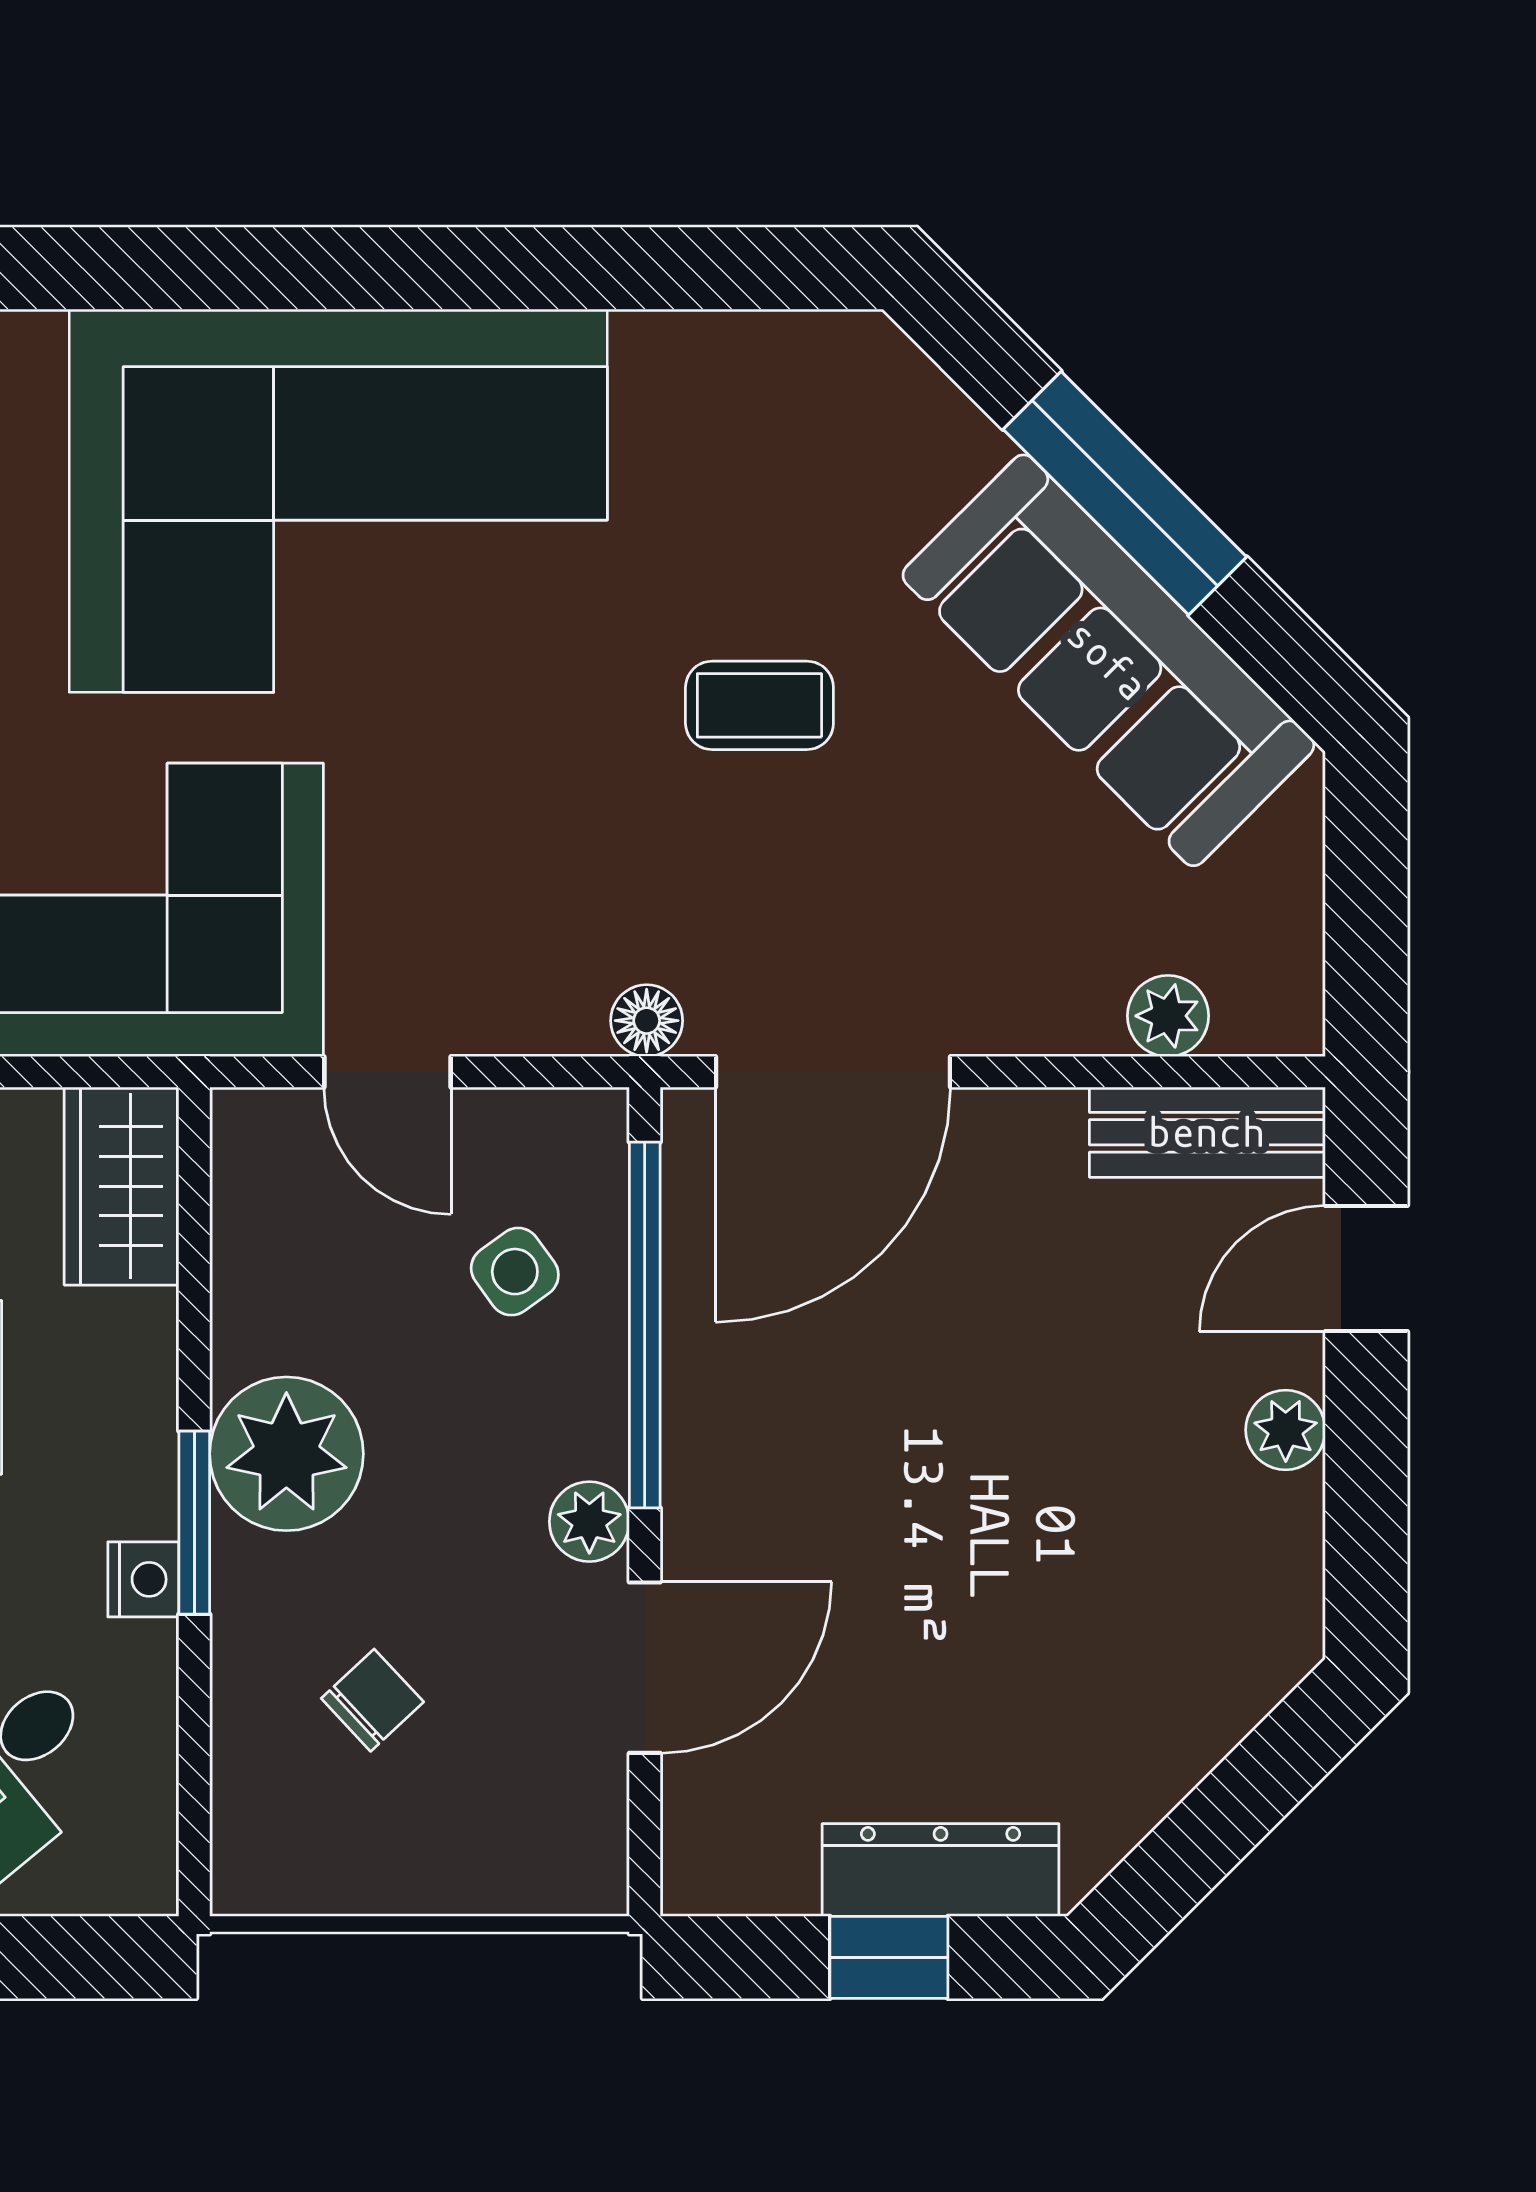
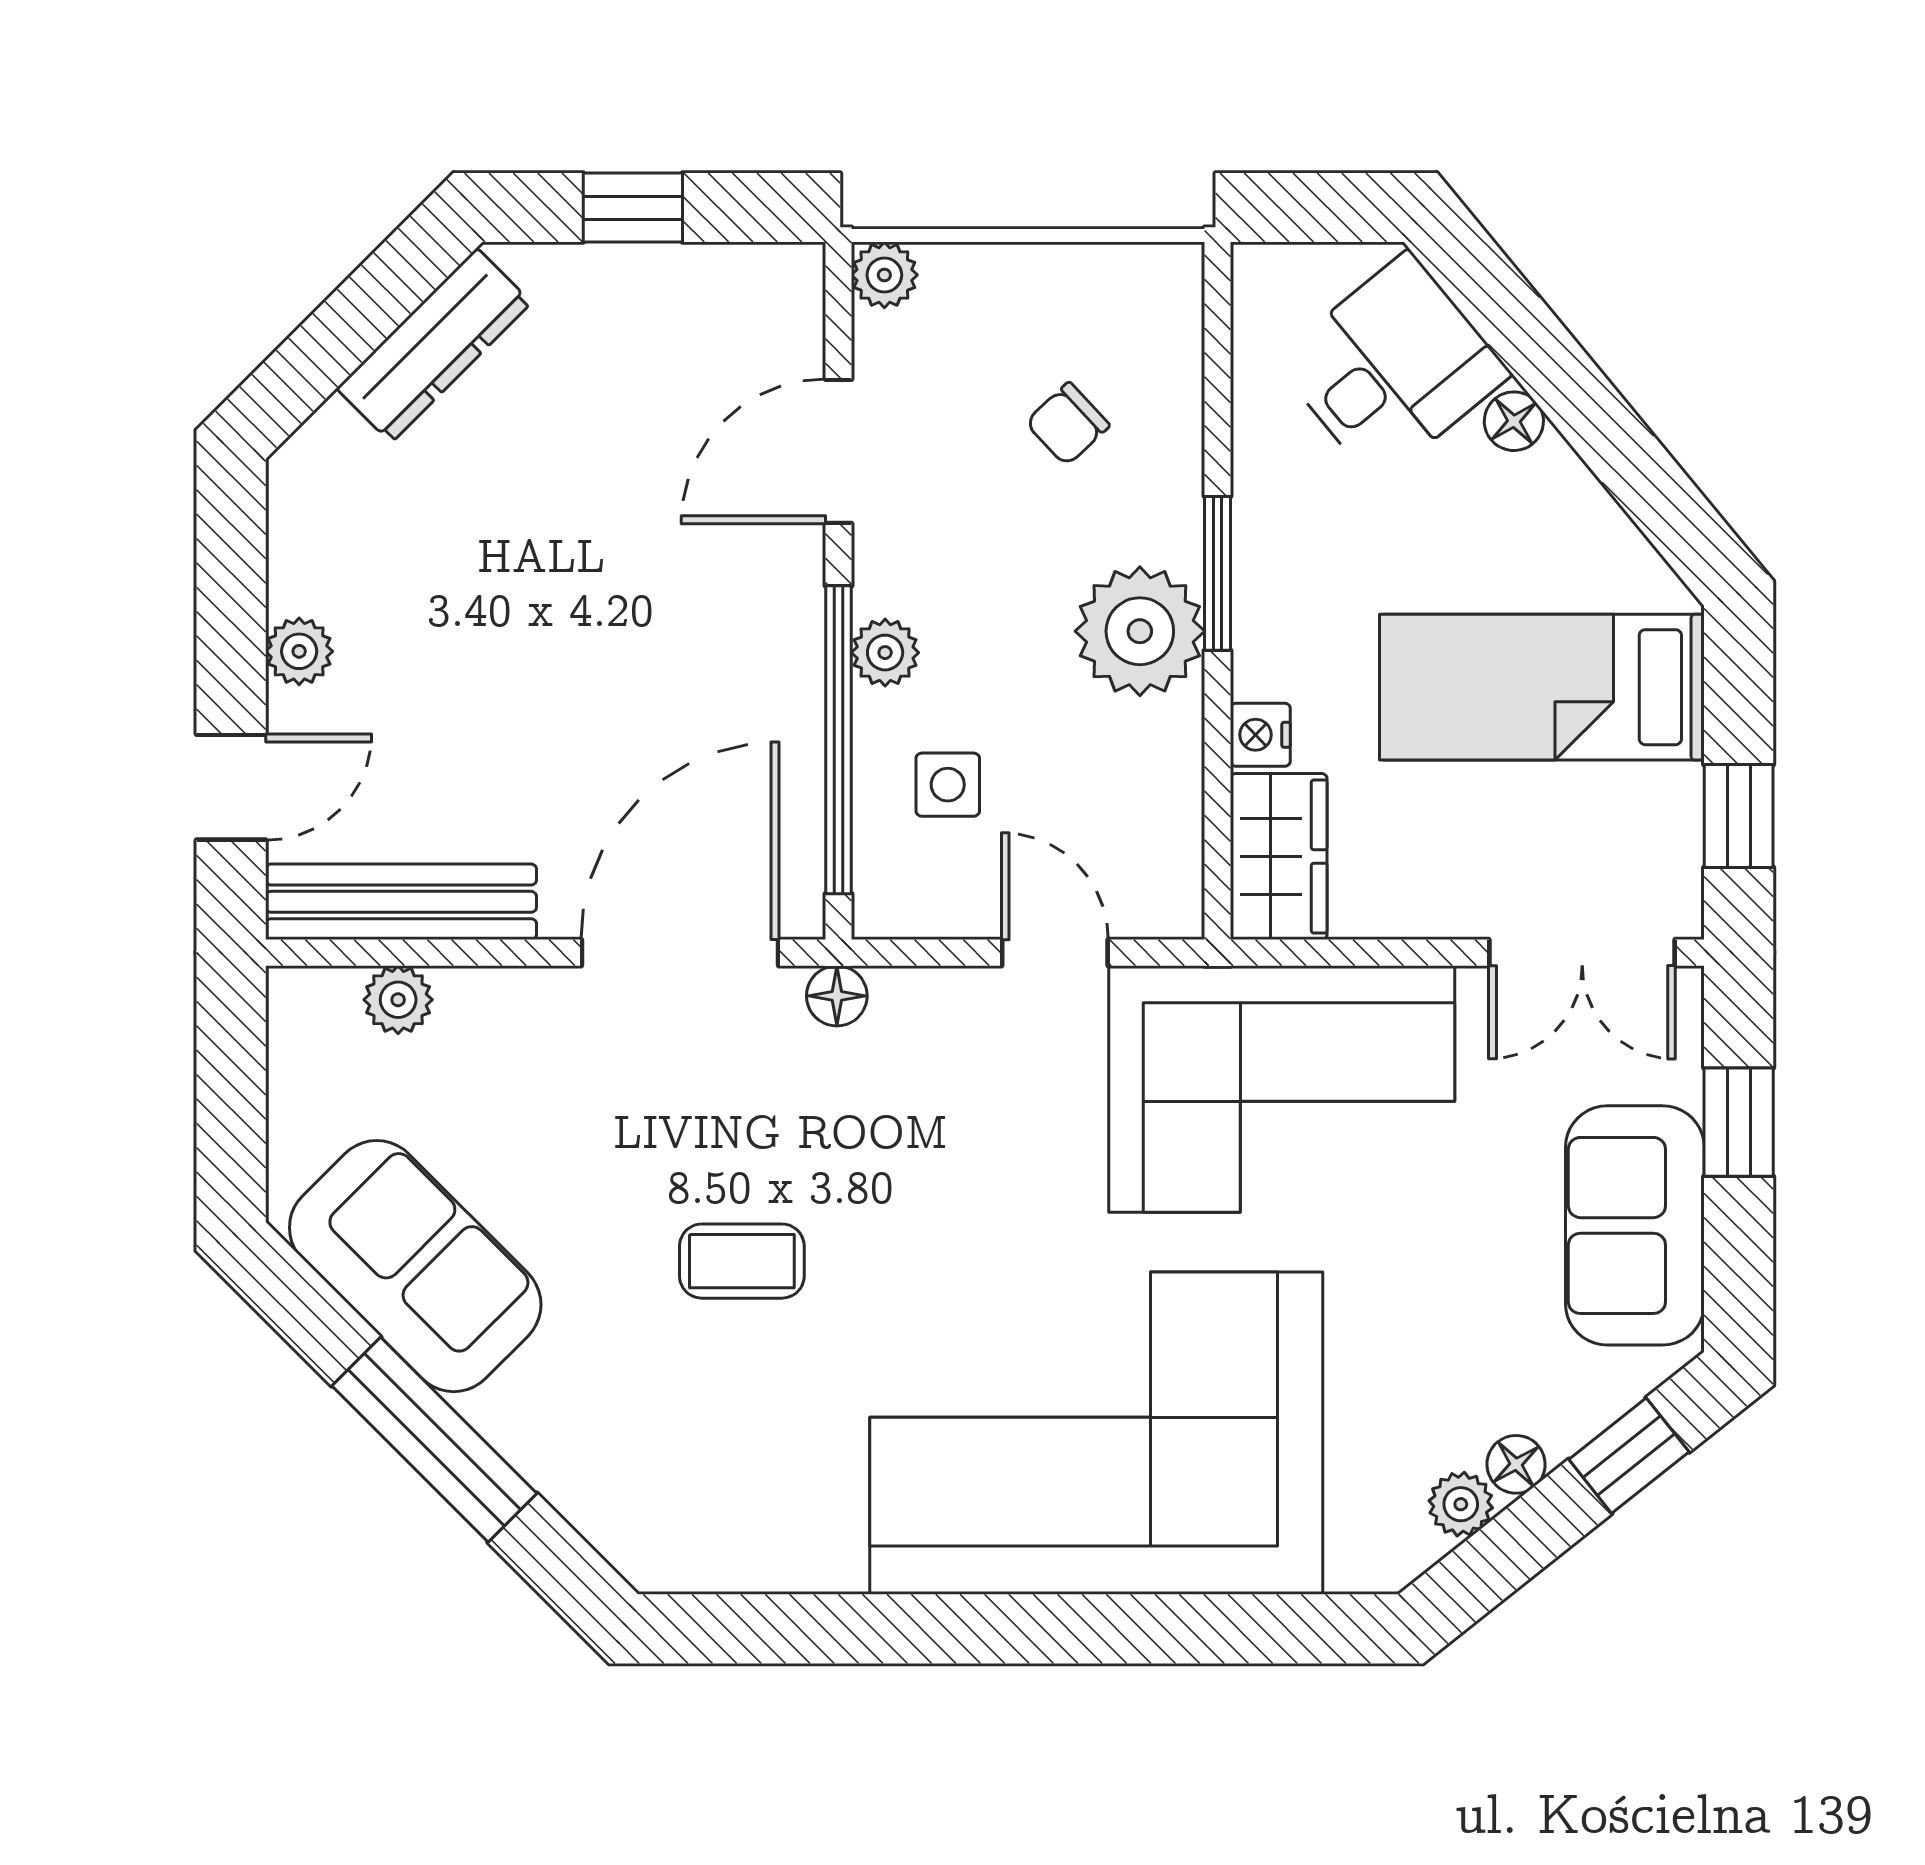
sofa: (1108, 660) -> (415, 1266), width x0.73
bench: (1207, 1132) -> (401, 902), width x1.36
side table: (515, 1272) -> (948, 785), turned 36
plant: (589, 1522) -> (885, 653), moved
nightstand: (143, 1579) -> (1260, 735), moved
dresser: (941, 1870) -> (434, 345), moved, turned -45
plant: (590, 1877) -> (884, 275), added

